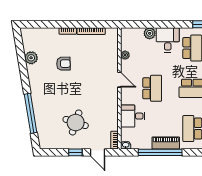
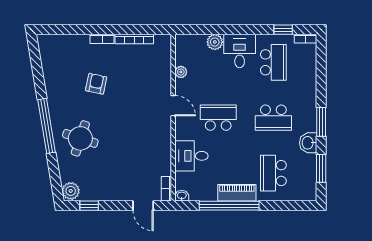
plant: (31, 58) -> (71, 191), moved
armchair: (63, 64) -> (96, 84), turned -77
school desk: (152, 88) -> (218, 118), turned -90
window: (31, 113) -> (47, 126), moved
round table: (76, 122) -> (80, 138), moved
window: (75, 152) -> (89, 206), moved

